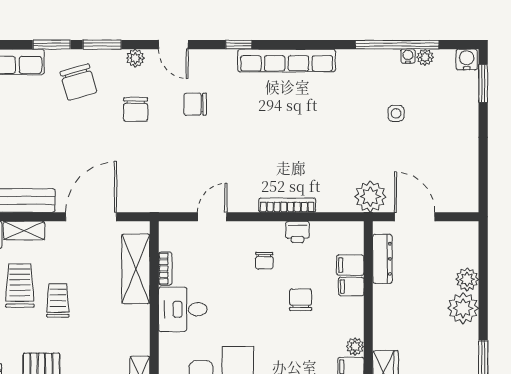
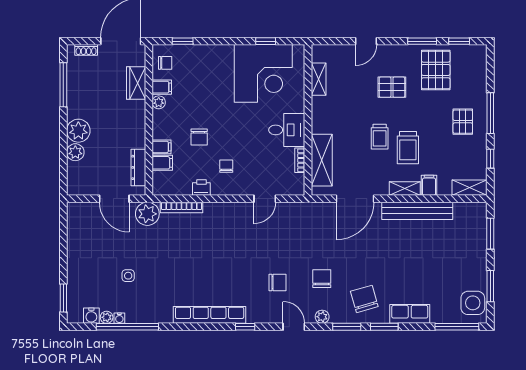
water cooler: (467, 59) -> (91, 316), moved
bookcase: (287, 205) -> (182, 207), moved

